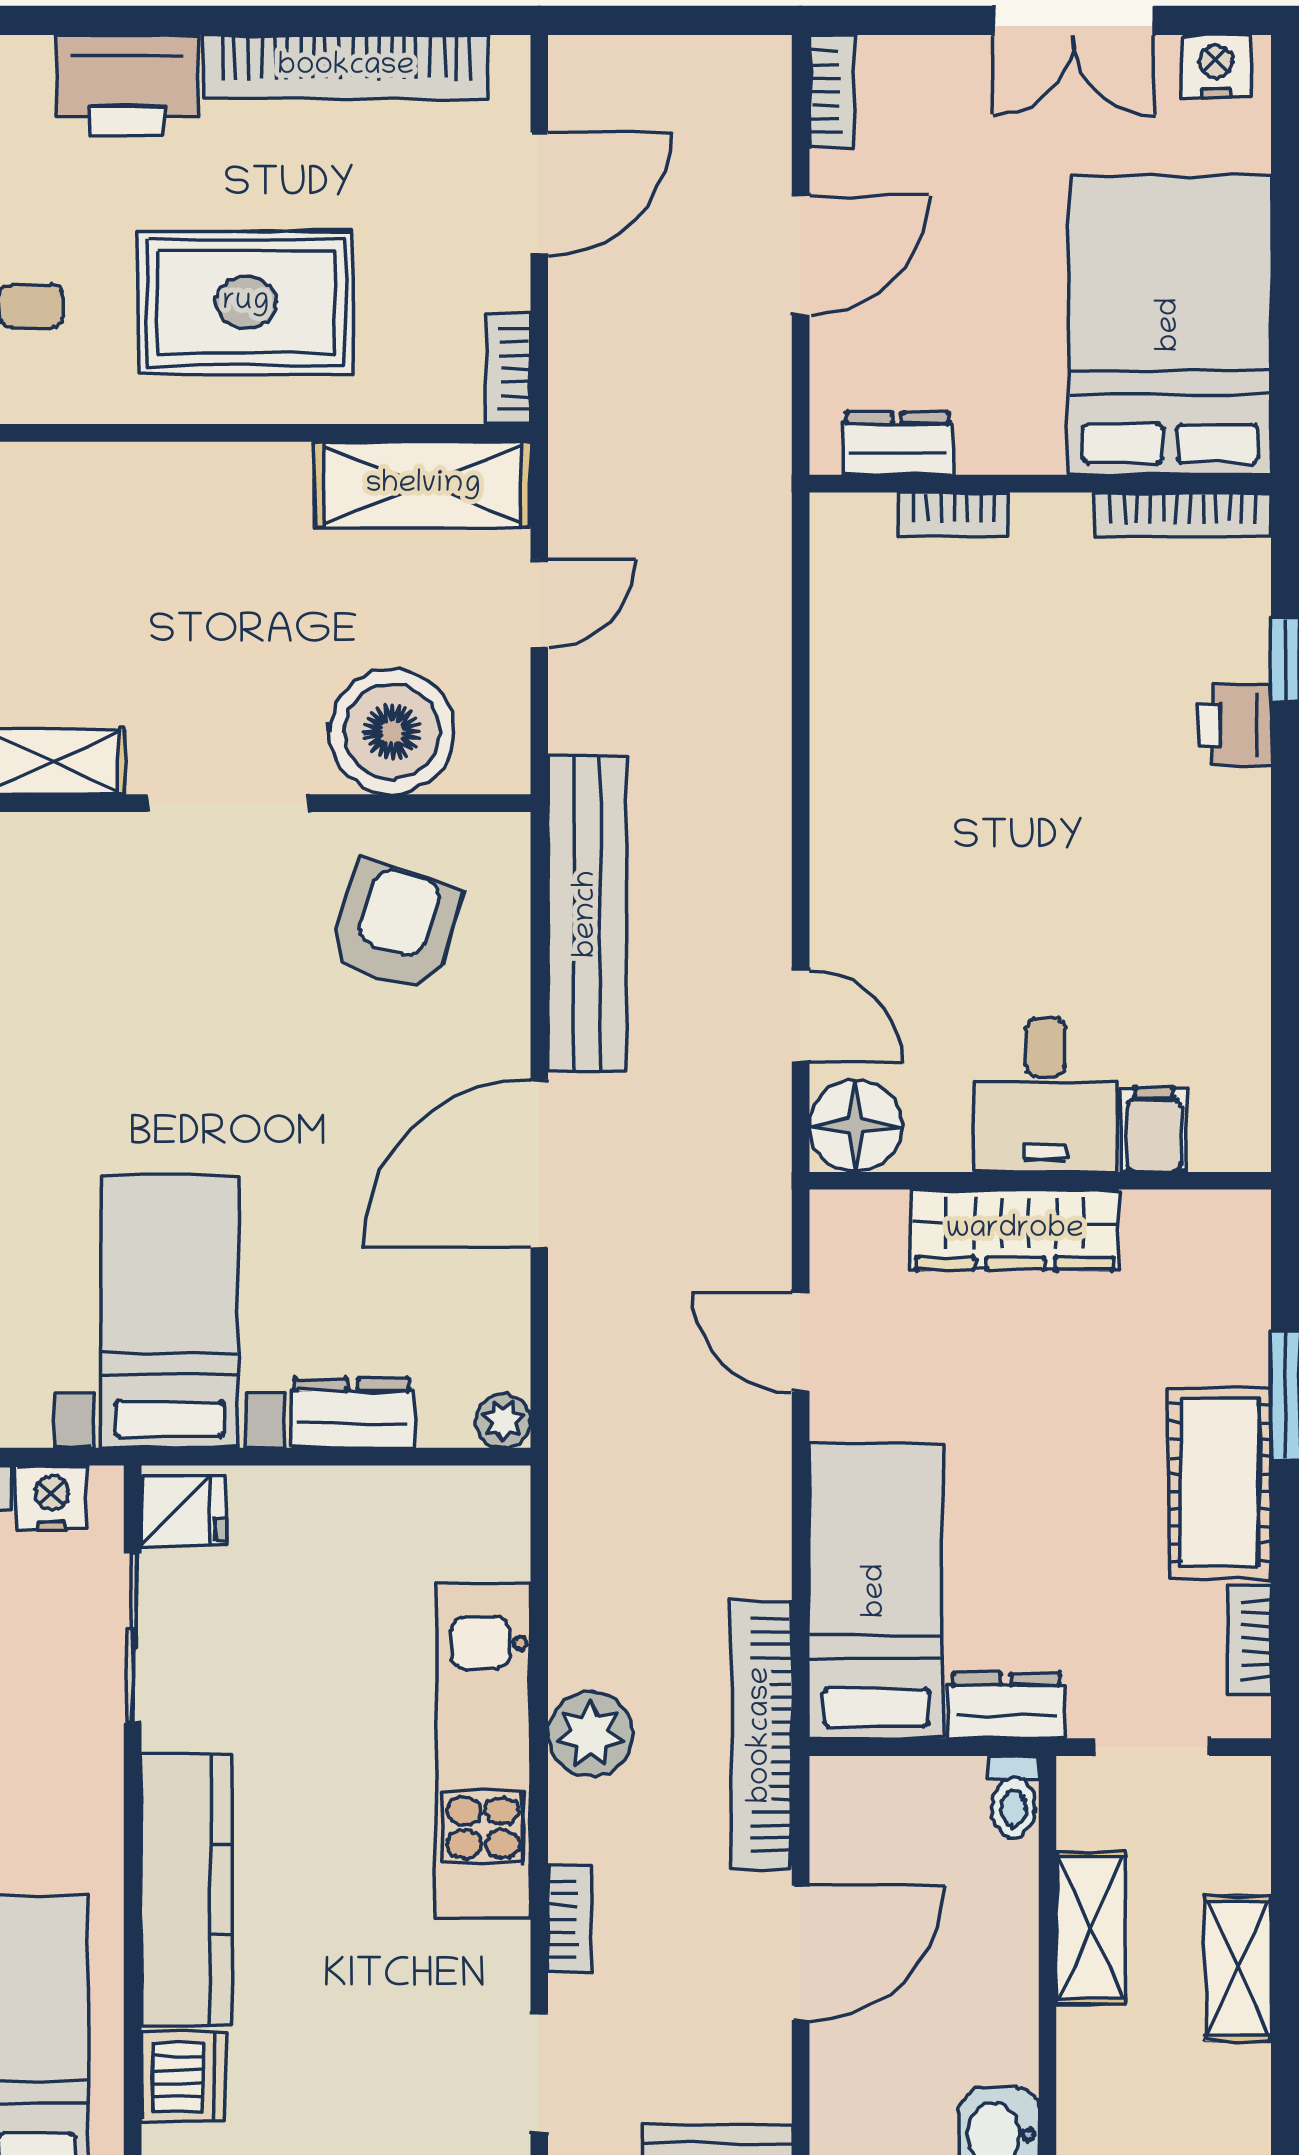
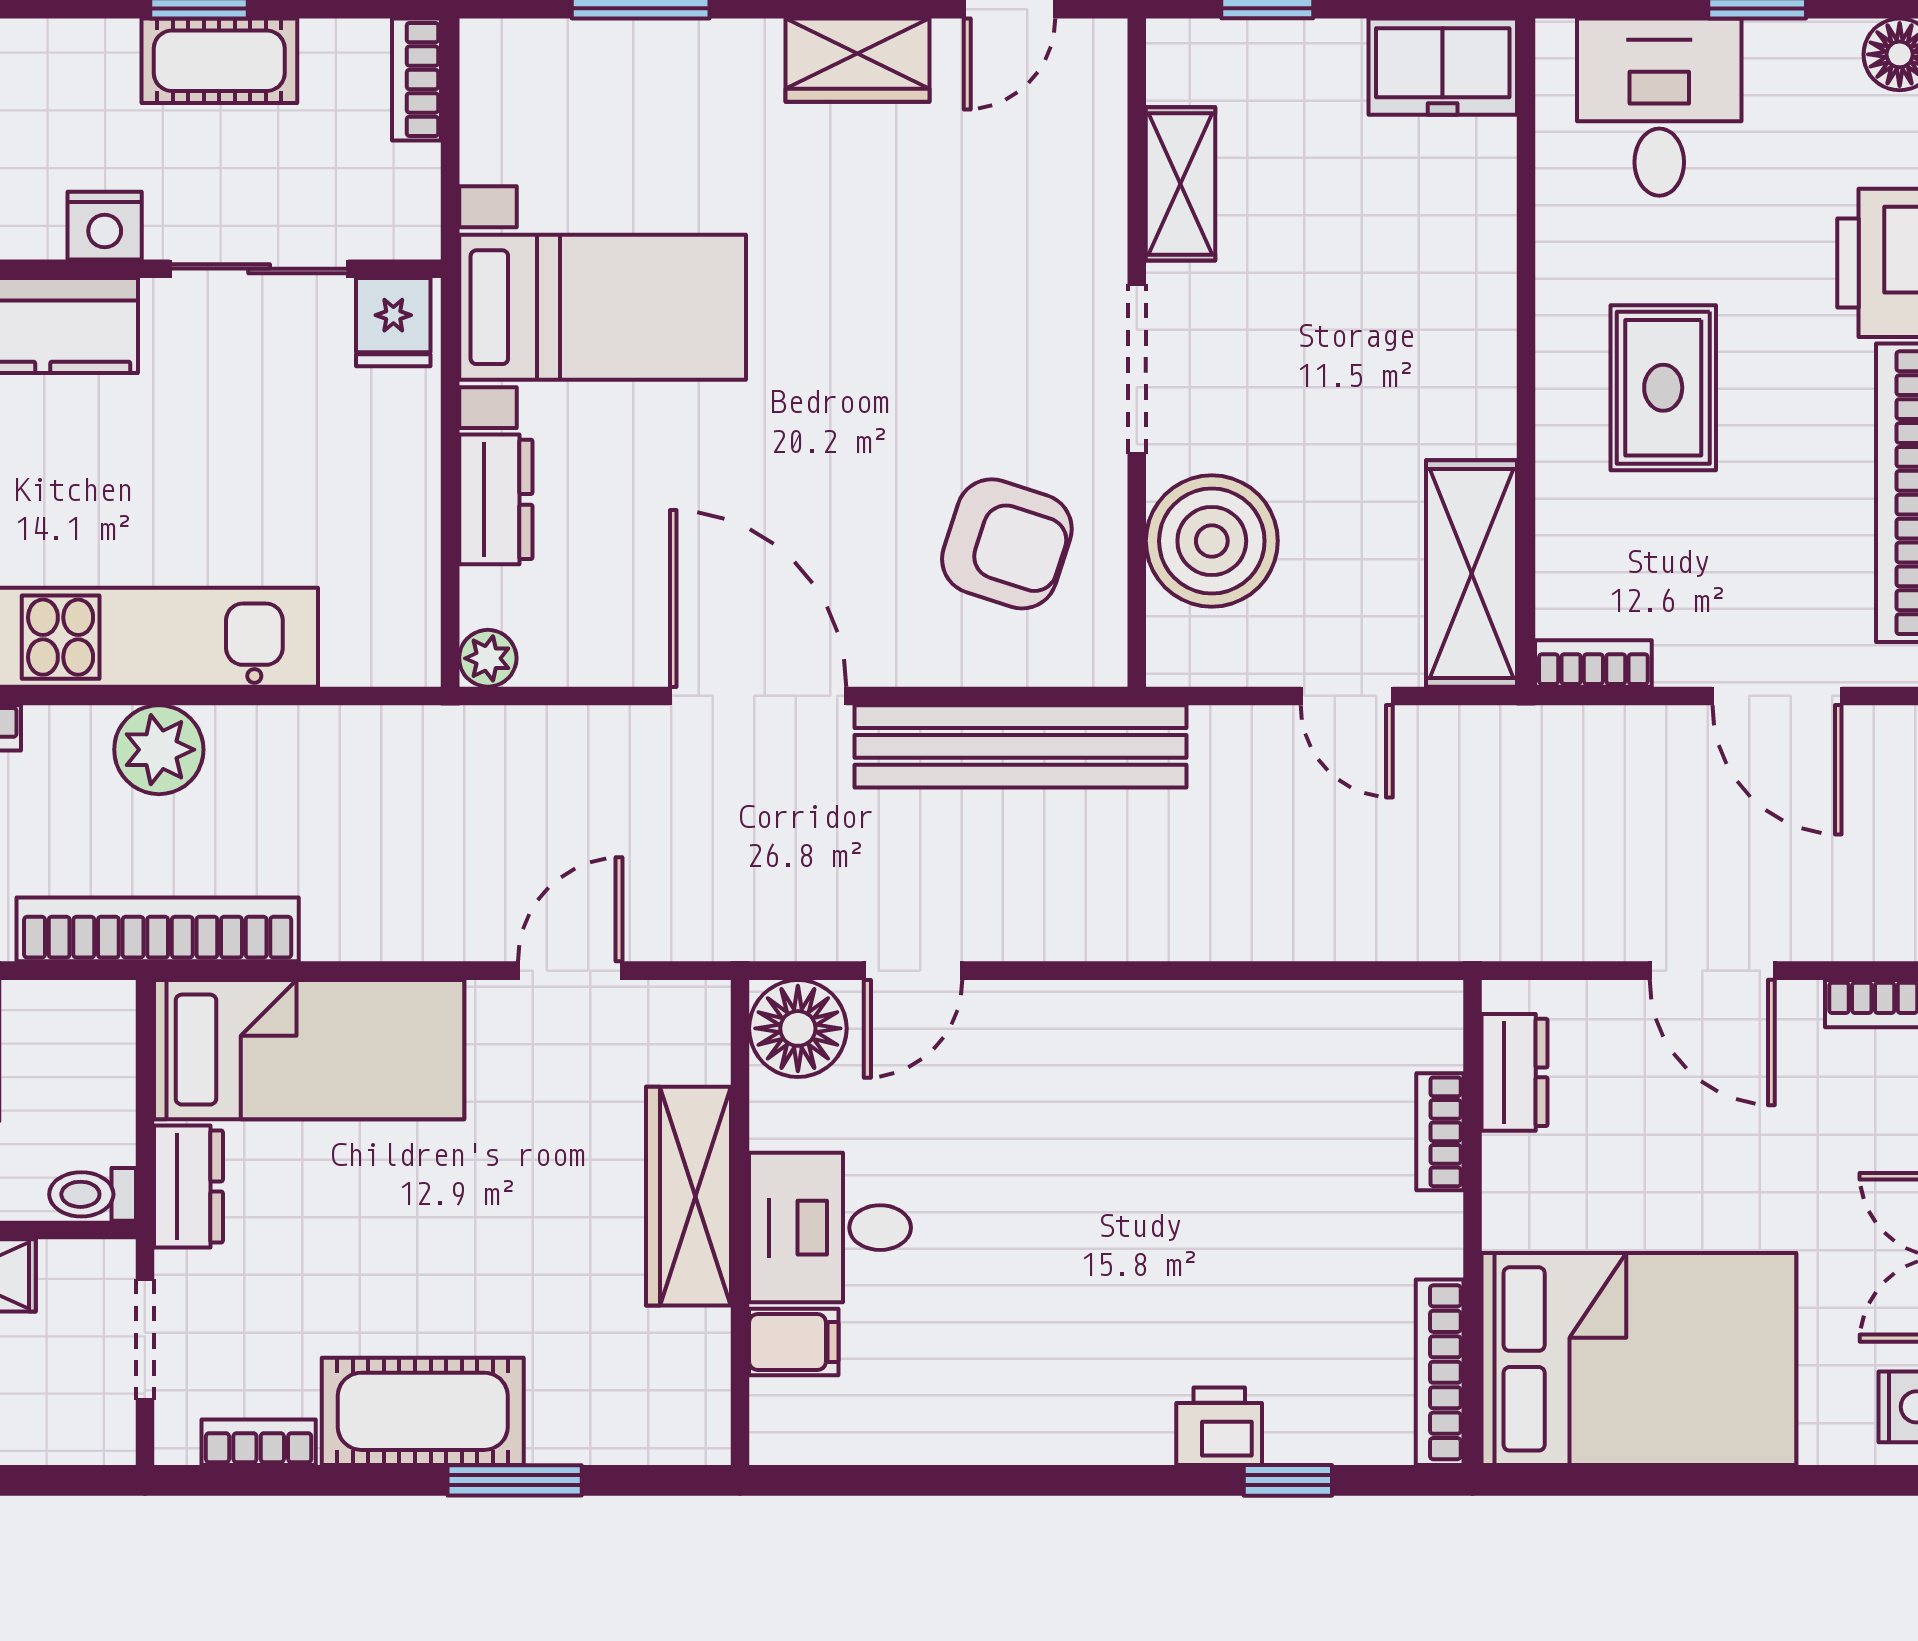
rug: (246, 302) -> (1663, 388), width x0.73, depth x0.70
nightstand: (52, 1498) -> (105, 226), moved, turned 90

